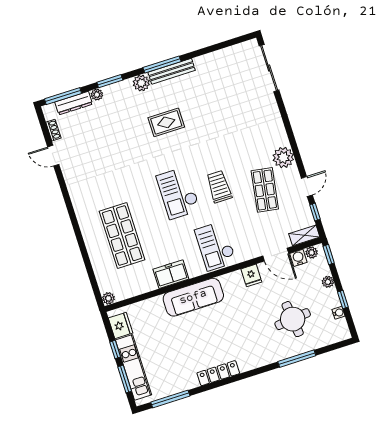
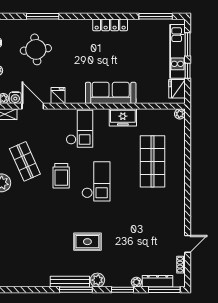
door: (53, 156) -> (188, 244), hinge flipped
shop shelf: (265, 190) -> (25, 161), turned -33

